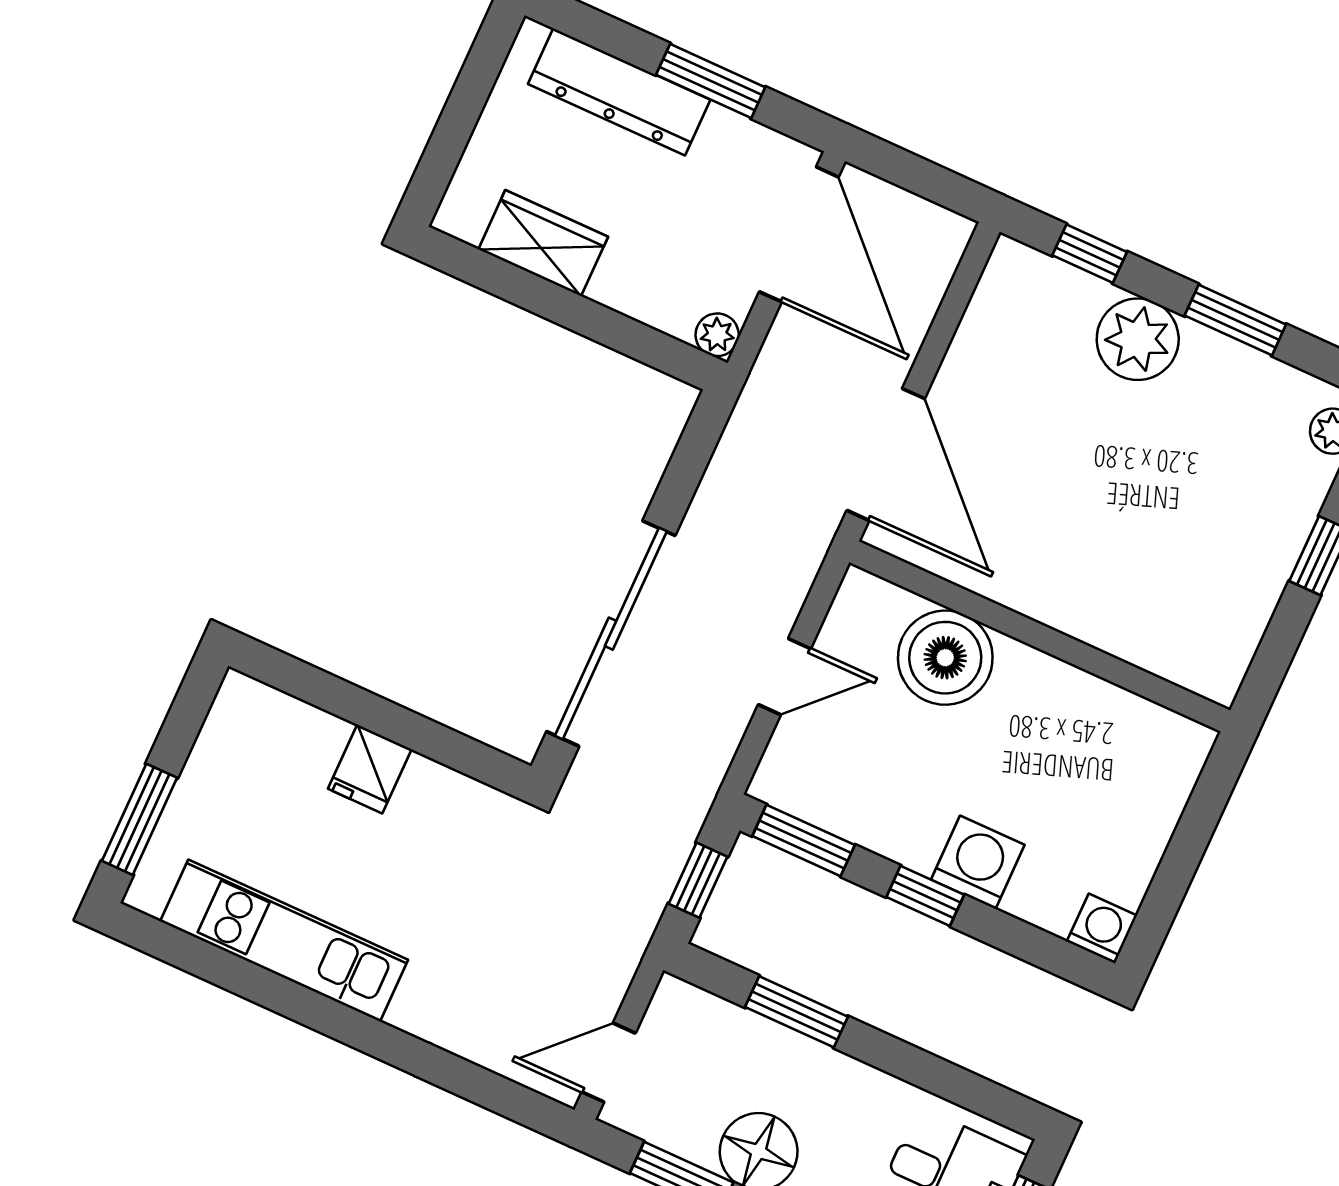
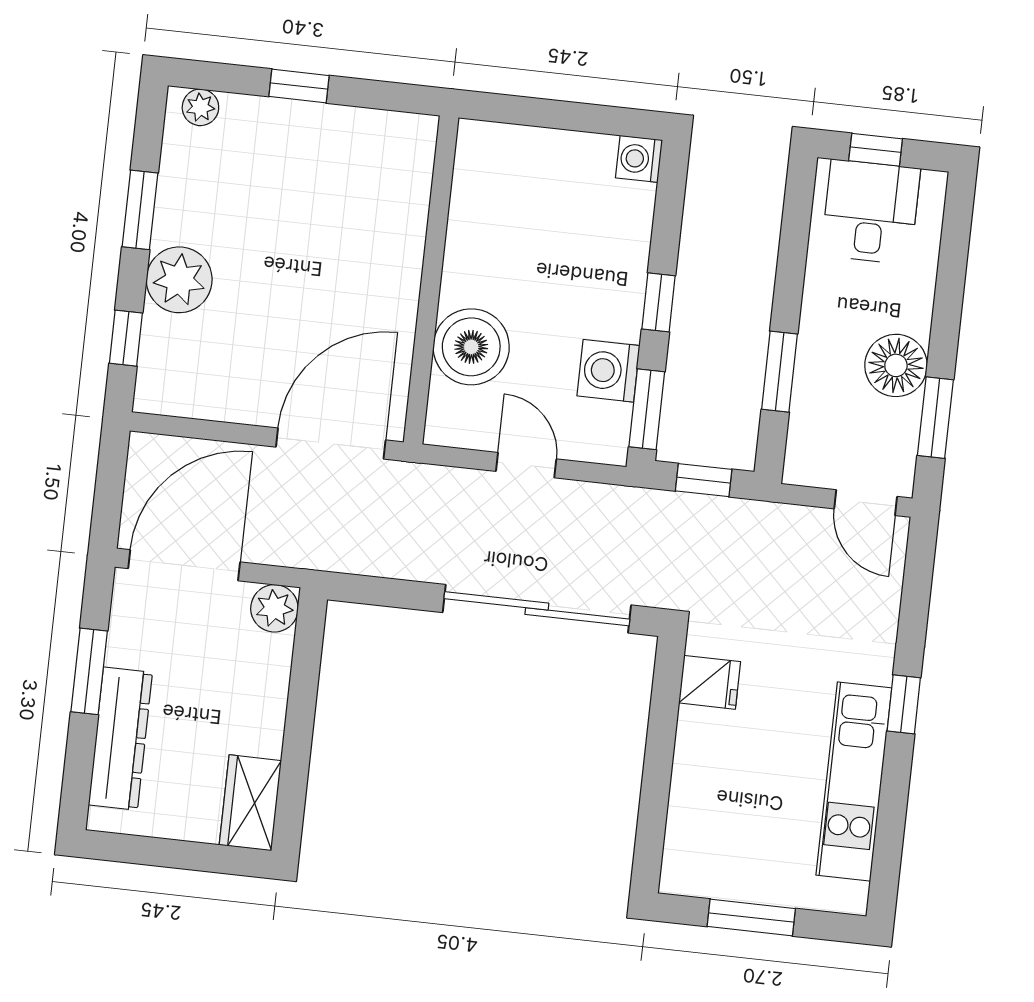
wardrobe: (543, 243) -> (250, 803), moved
plant: (717, 335) -> (274, 608), width x1.38, depth x1.38
fridge: (370, 769) -> (710, 682), moved
window: (139, 819) -> (751, 918), moved
washing machine: (978, 862) -> (608, 371), moved
window: (356, 1029) -> (904, 704), added

